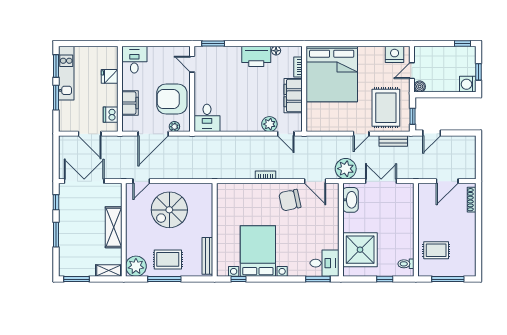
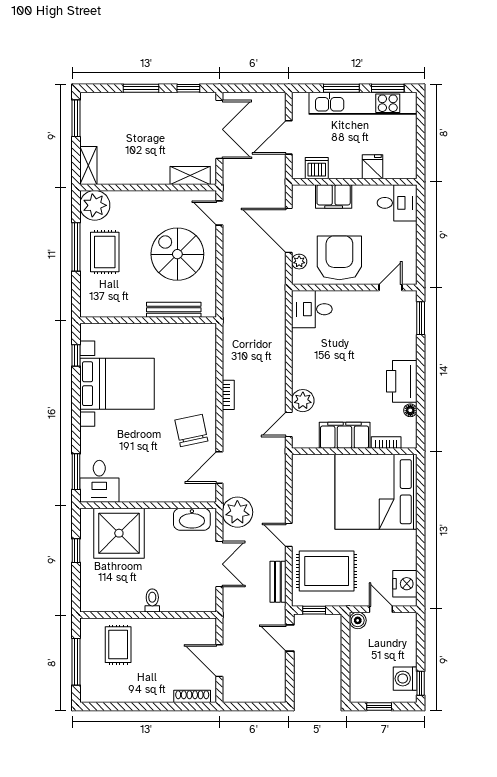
kitchen unit: (66, 73) -> (363, 103), width x1.36
washing machine: (468, 84) -> (405, 679), moved, turned -90
shelving: (114, 227) -> (190, 176), moved, width x0.67, depth x0.75
bench: (207, 256) -> (174, 310), moved
toilet: (406, 264) -> (152, 600), moved
window: (385, 279) -> (76, 551), moved

